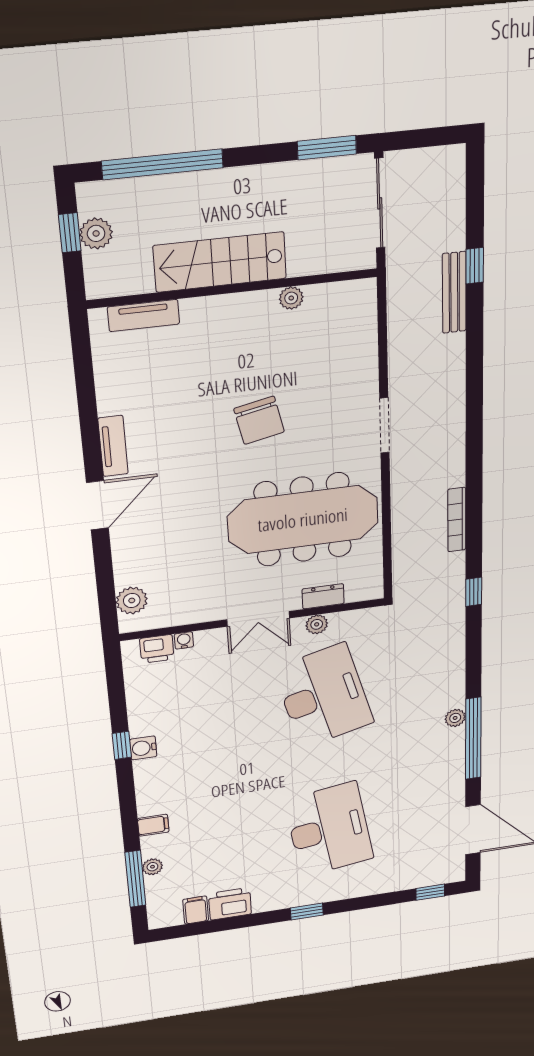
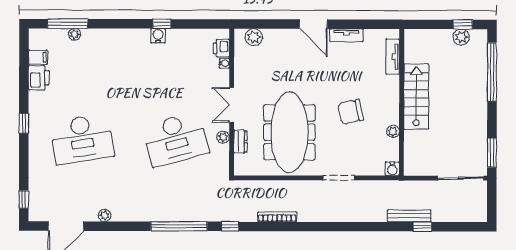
stairs: (220, 262) -> (416, 97), moved
wall: (233, 288) -> (402, 102), moved
plant: (291, 298) -> (393, 131), moved
tv unit: (143, 315) -> (393, 57), moved
water cooler: (365, 334) -> (392, 169), added
plant: (455, 718) -> (105, 215), moved
window: (473, 738) -> (179, 226), moved
filing cabinet: (153, 825) -> (104, 37), removed

